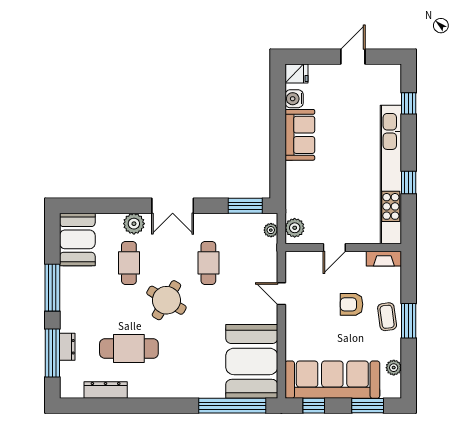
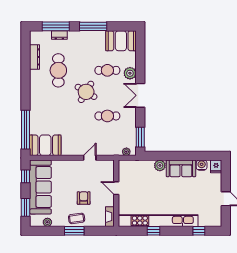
plant: (295, 228) -> (160, 165), moved
booth: (252, 361) -> (45, 145), width x0.73, depth x0.70

